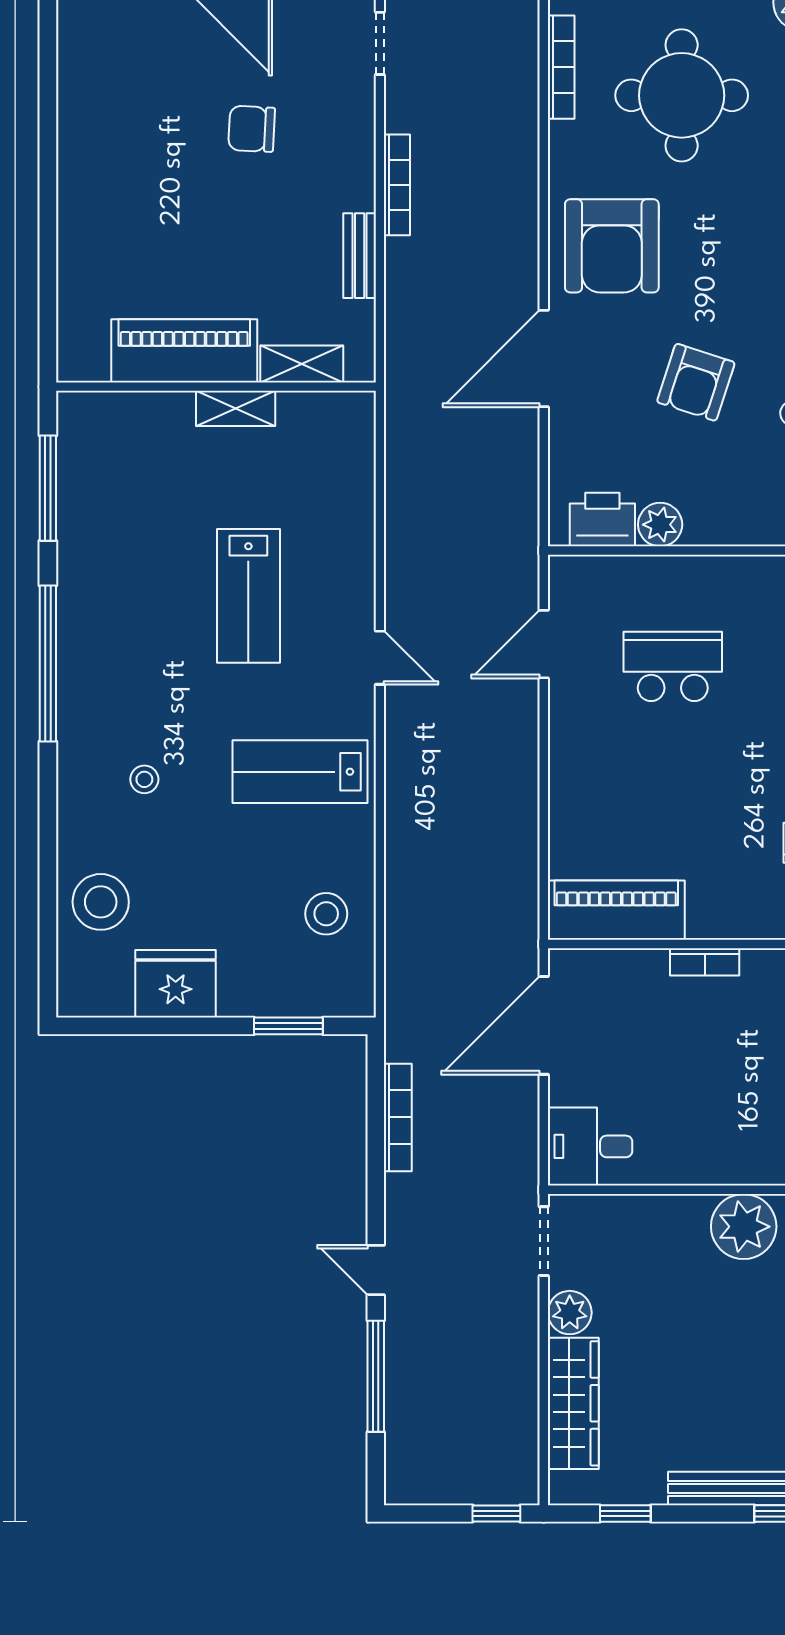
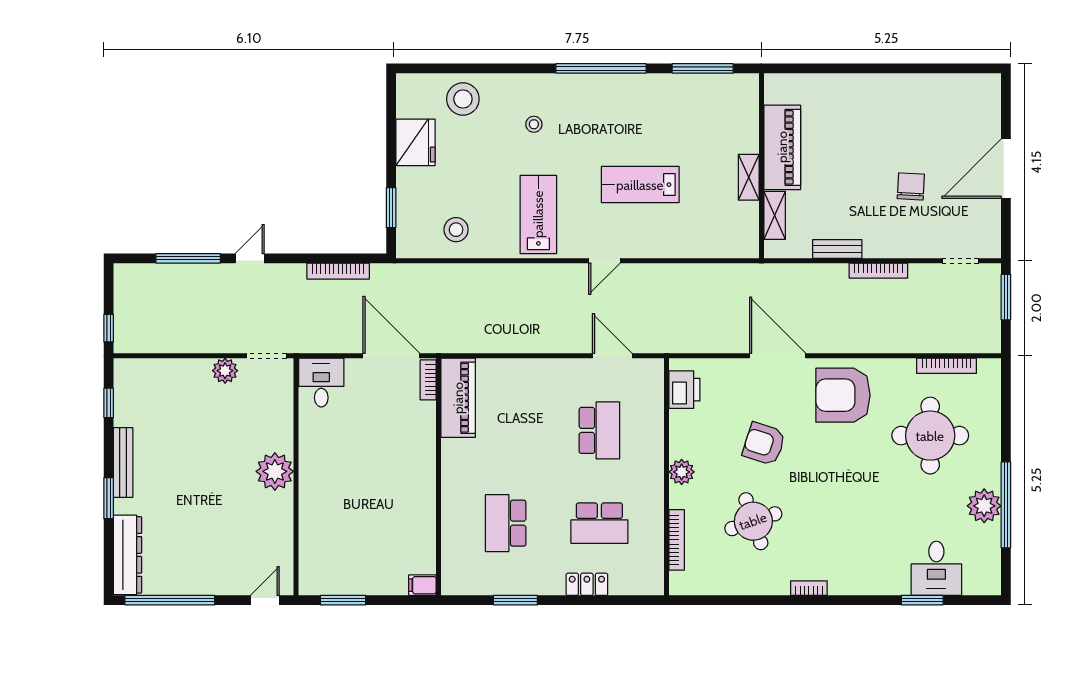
plant: (660, 525) -> (682, 472), moved
bookcase: (705, 962) -> (428, 380), moved
wardrobe: (573, 1403) -> (172, 373), removed

